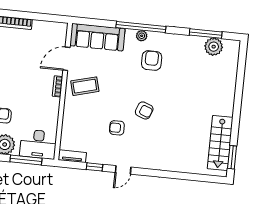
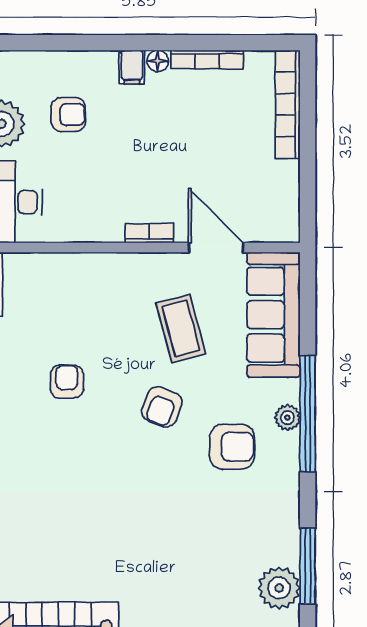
coffee table: (85, 86) -> (181, 328), moved
armchair: (144, 110) -> (162, 407), moved

